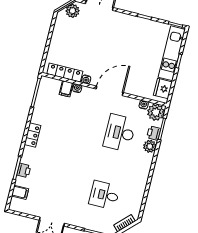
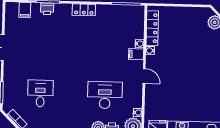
filing cabinet: (66, 89) -> (136, 54), moved
door: (110, 91) -> (144, 76), width x0.53

